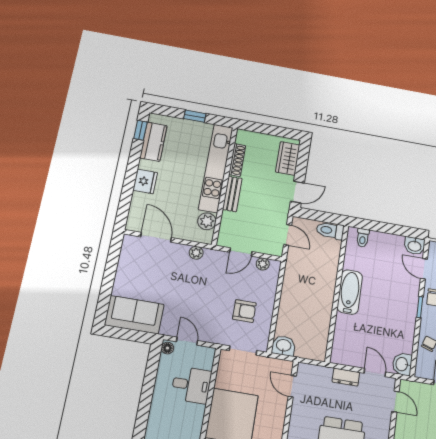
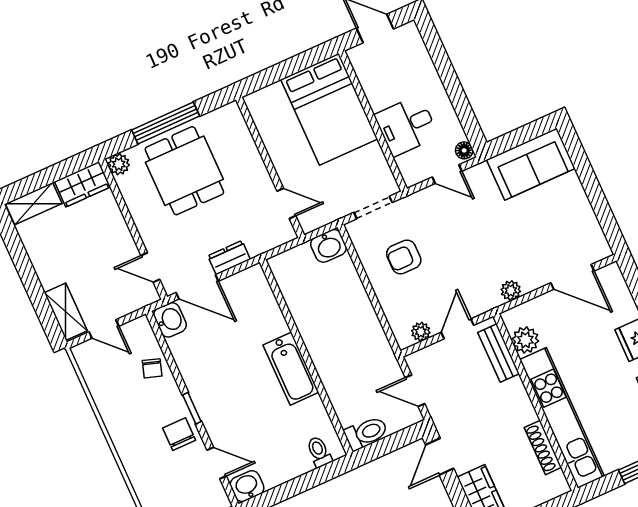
bench: (232, 194) -> (499, 353), moved
door: (375, 373) -> (197, 287), width x1.38

